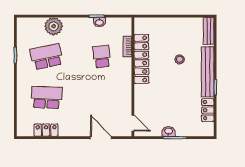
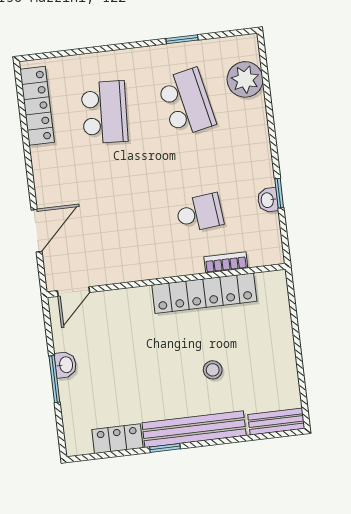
plant: (54, 26) -> (245, 79), moved
locker: (46, 130) -> (37, 106), width x1.53

